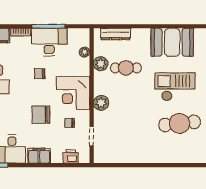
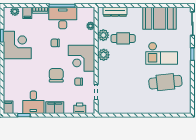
checkout: (175, 87) -> (162, 53), turned 180
plant: (101, 103) -> (104, 55), moved
chair: (41, 115) -> (56, 75), turned 90

